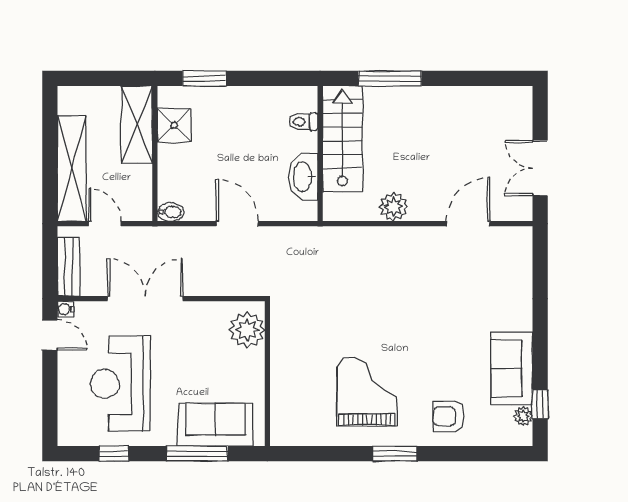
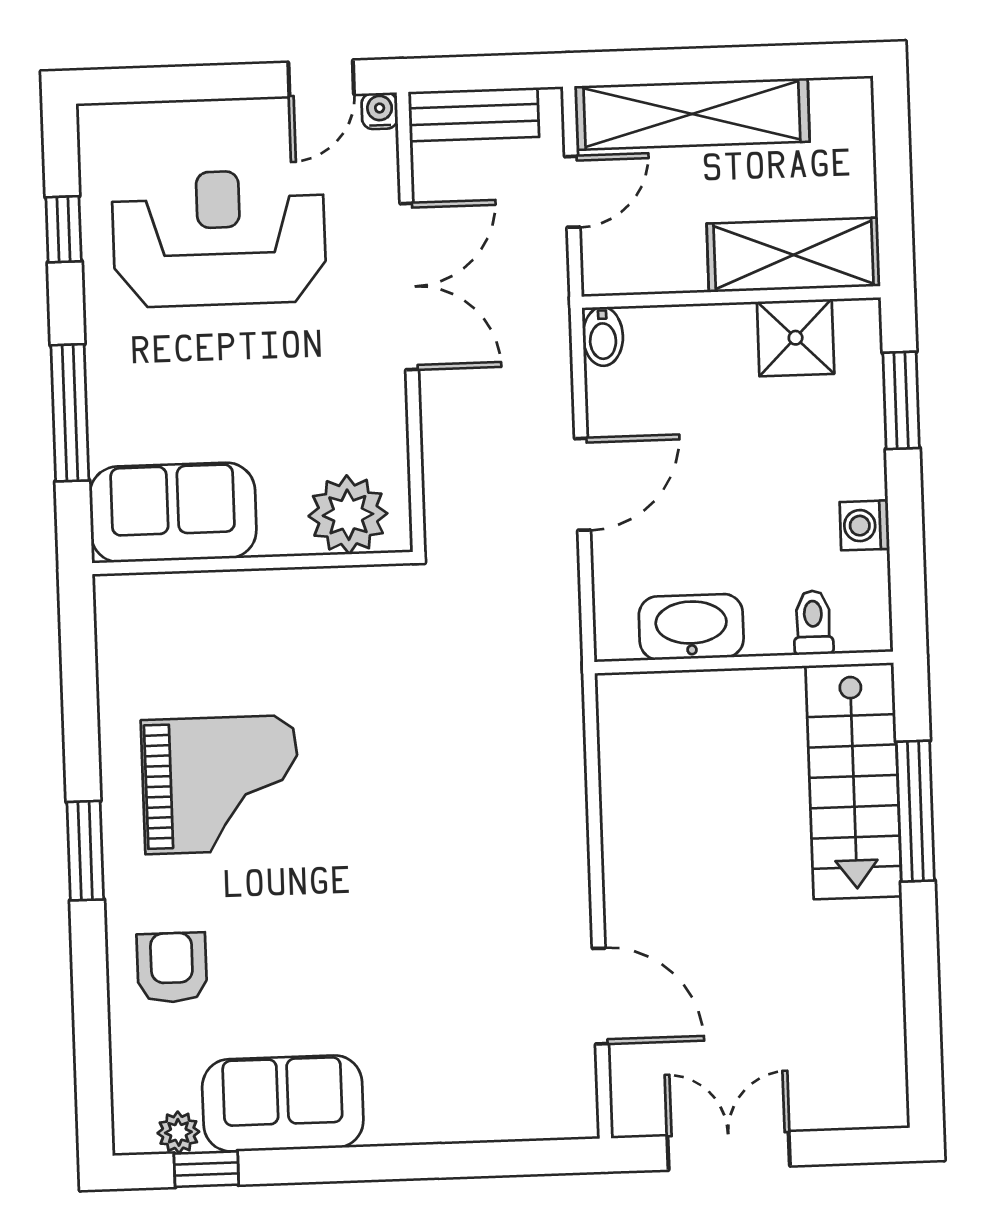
washing machine: (260, 97) -> (865, 525), added
stairs: (342, 139) -> (854, 781), moved, turned 90
plant: (393, 207) -> (632, 829), removed
sofa: (215, 425) -> (173, 512), moved, turned -90

